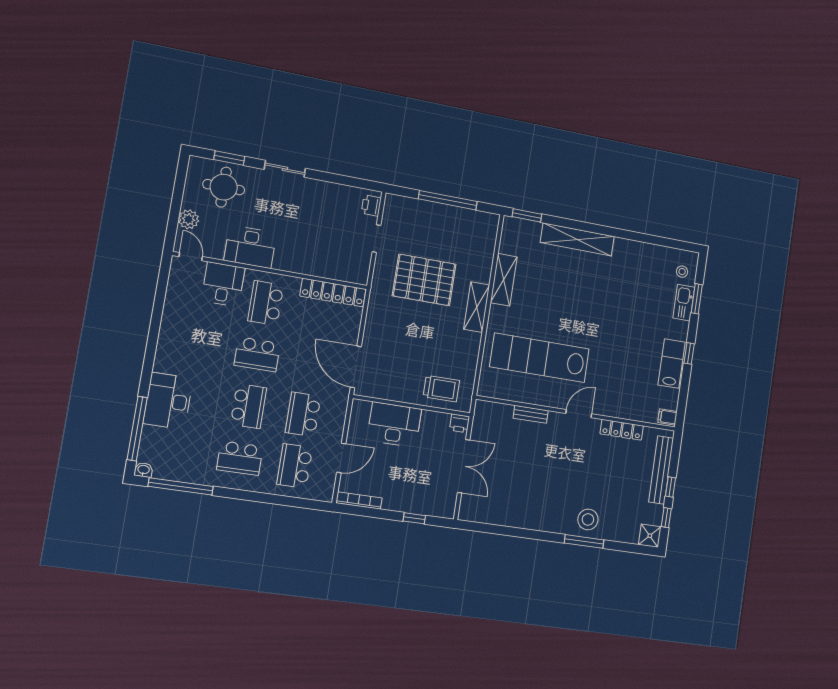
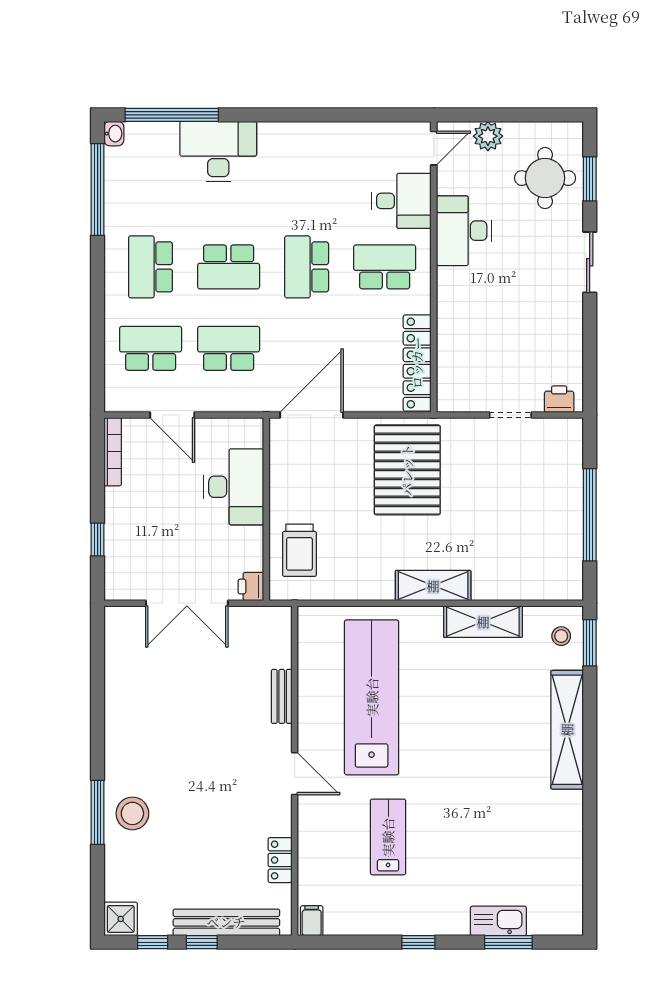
stool: (682, 272) -> (561, 636), moved
pallet: (424, 280) -> (407, 470), moved
lab bench: (672, 363) -> (388, 837), moved, turned -90
locker: (622, 430) -> (280, 860), width x0.66

